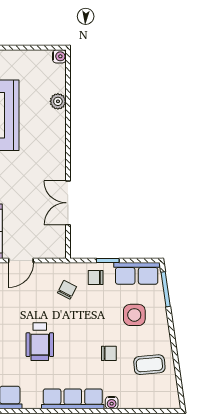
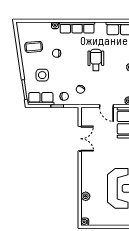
door: (21, 260) -> (107, 106), swing flipped

